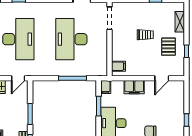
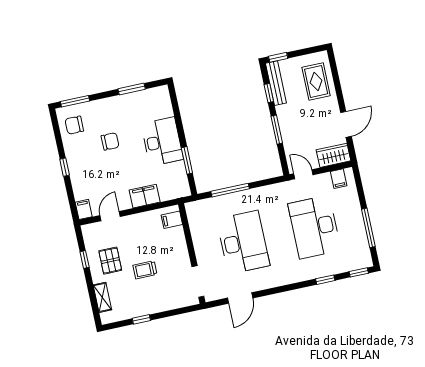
door: (18, 78) -> (303, 174), hinge flipped
filing cabinet: (106, 87) -> (84, 209), moved

